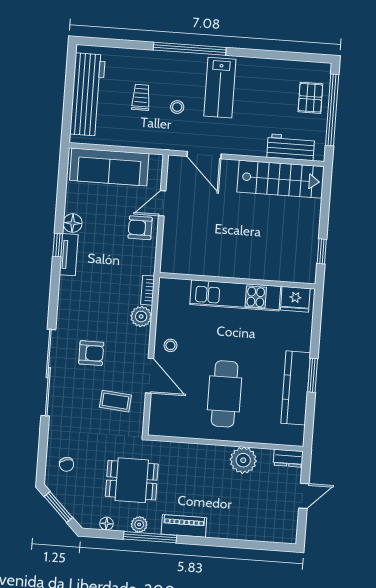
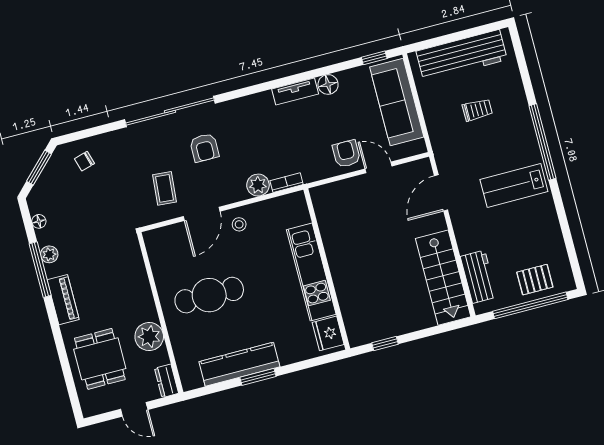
stool: (177, 107) -> (480, 149), removed
window: (58, 245) -> (374, 58), moved
dining table: (132, 480) -> (100, 359), moved

